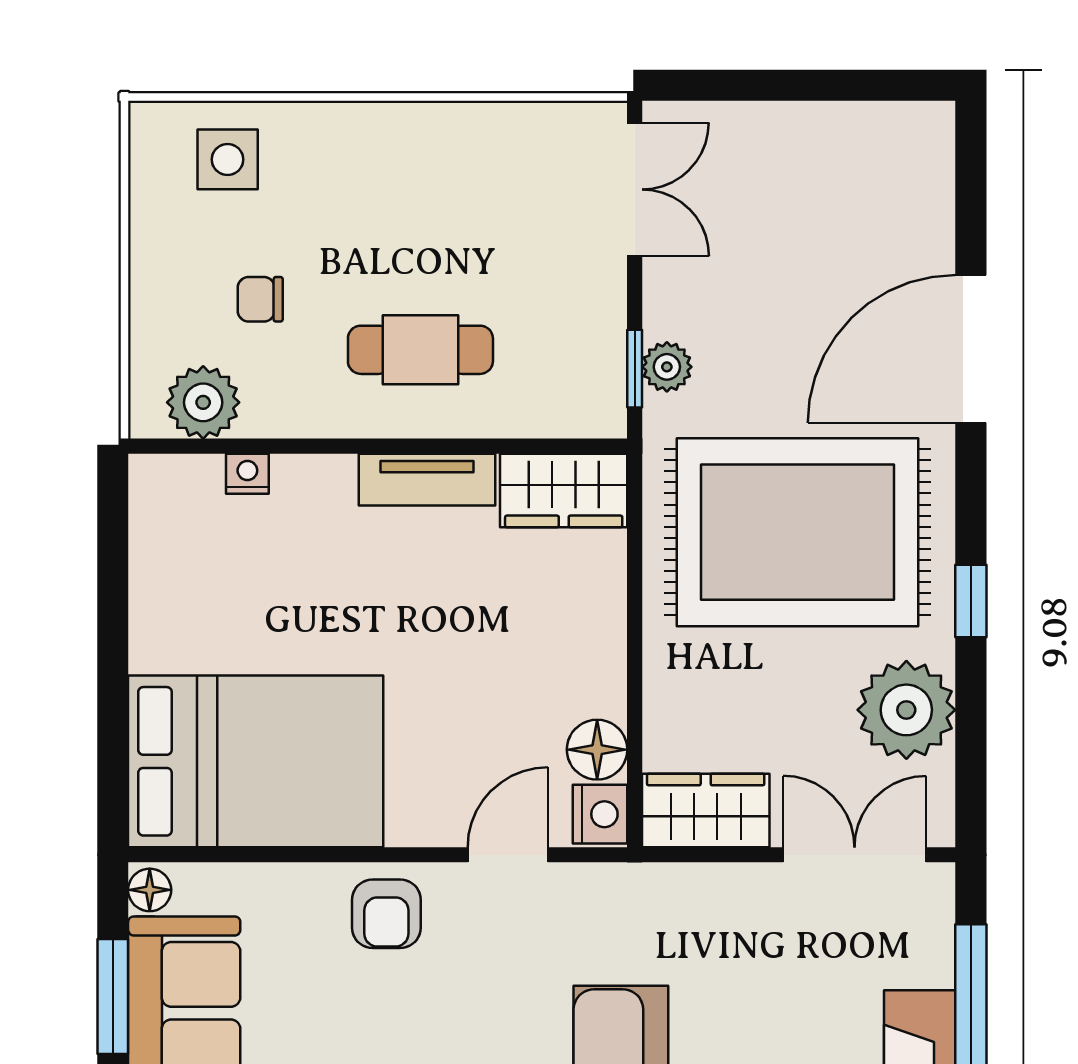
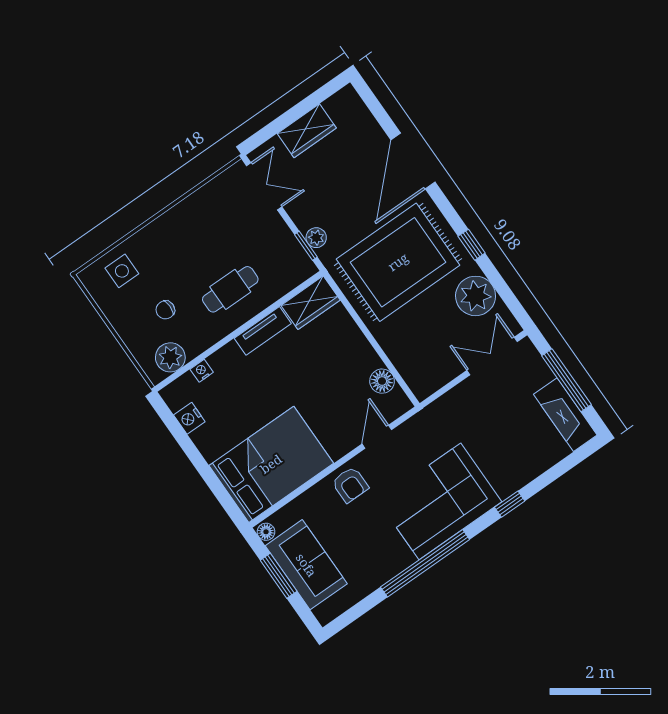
wardrobe: (706, 810) -> (307, 131), moved, turned 180
nightstand: (600, 814) -> (189, 418), moved, turned 180

